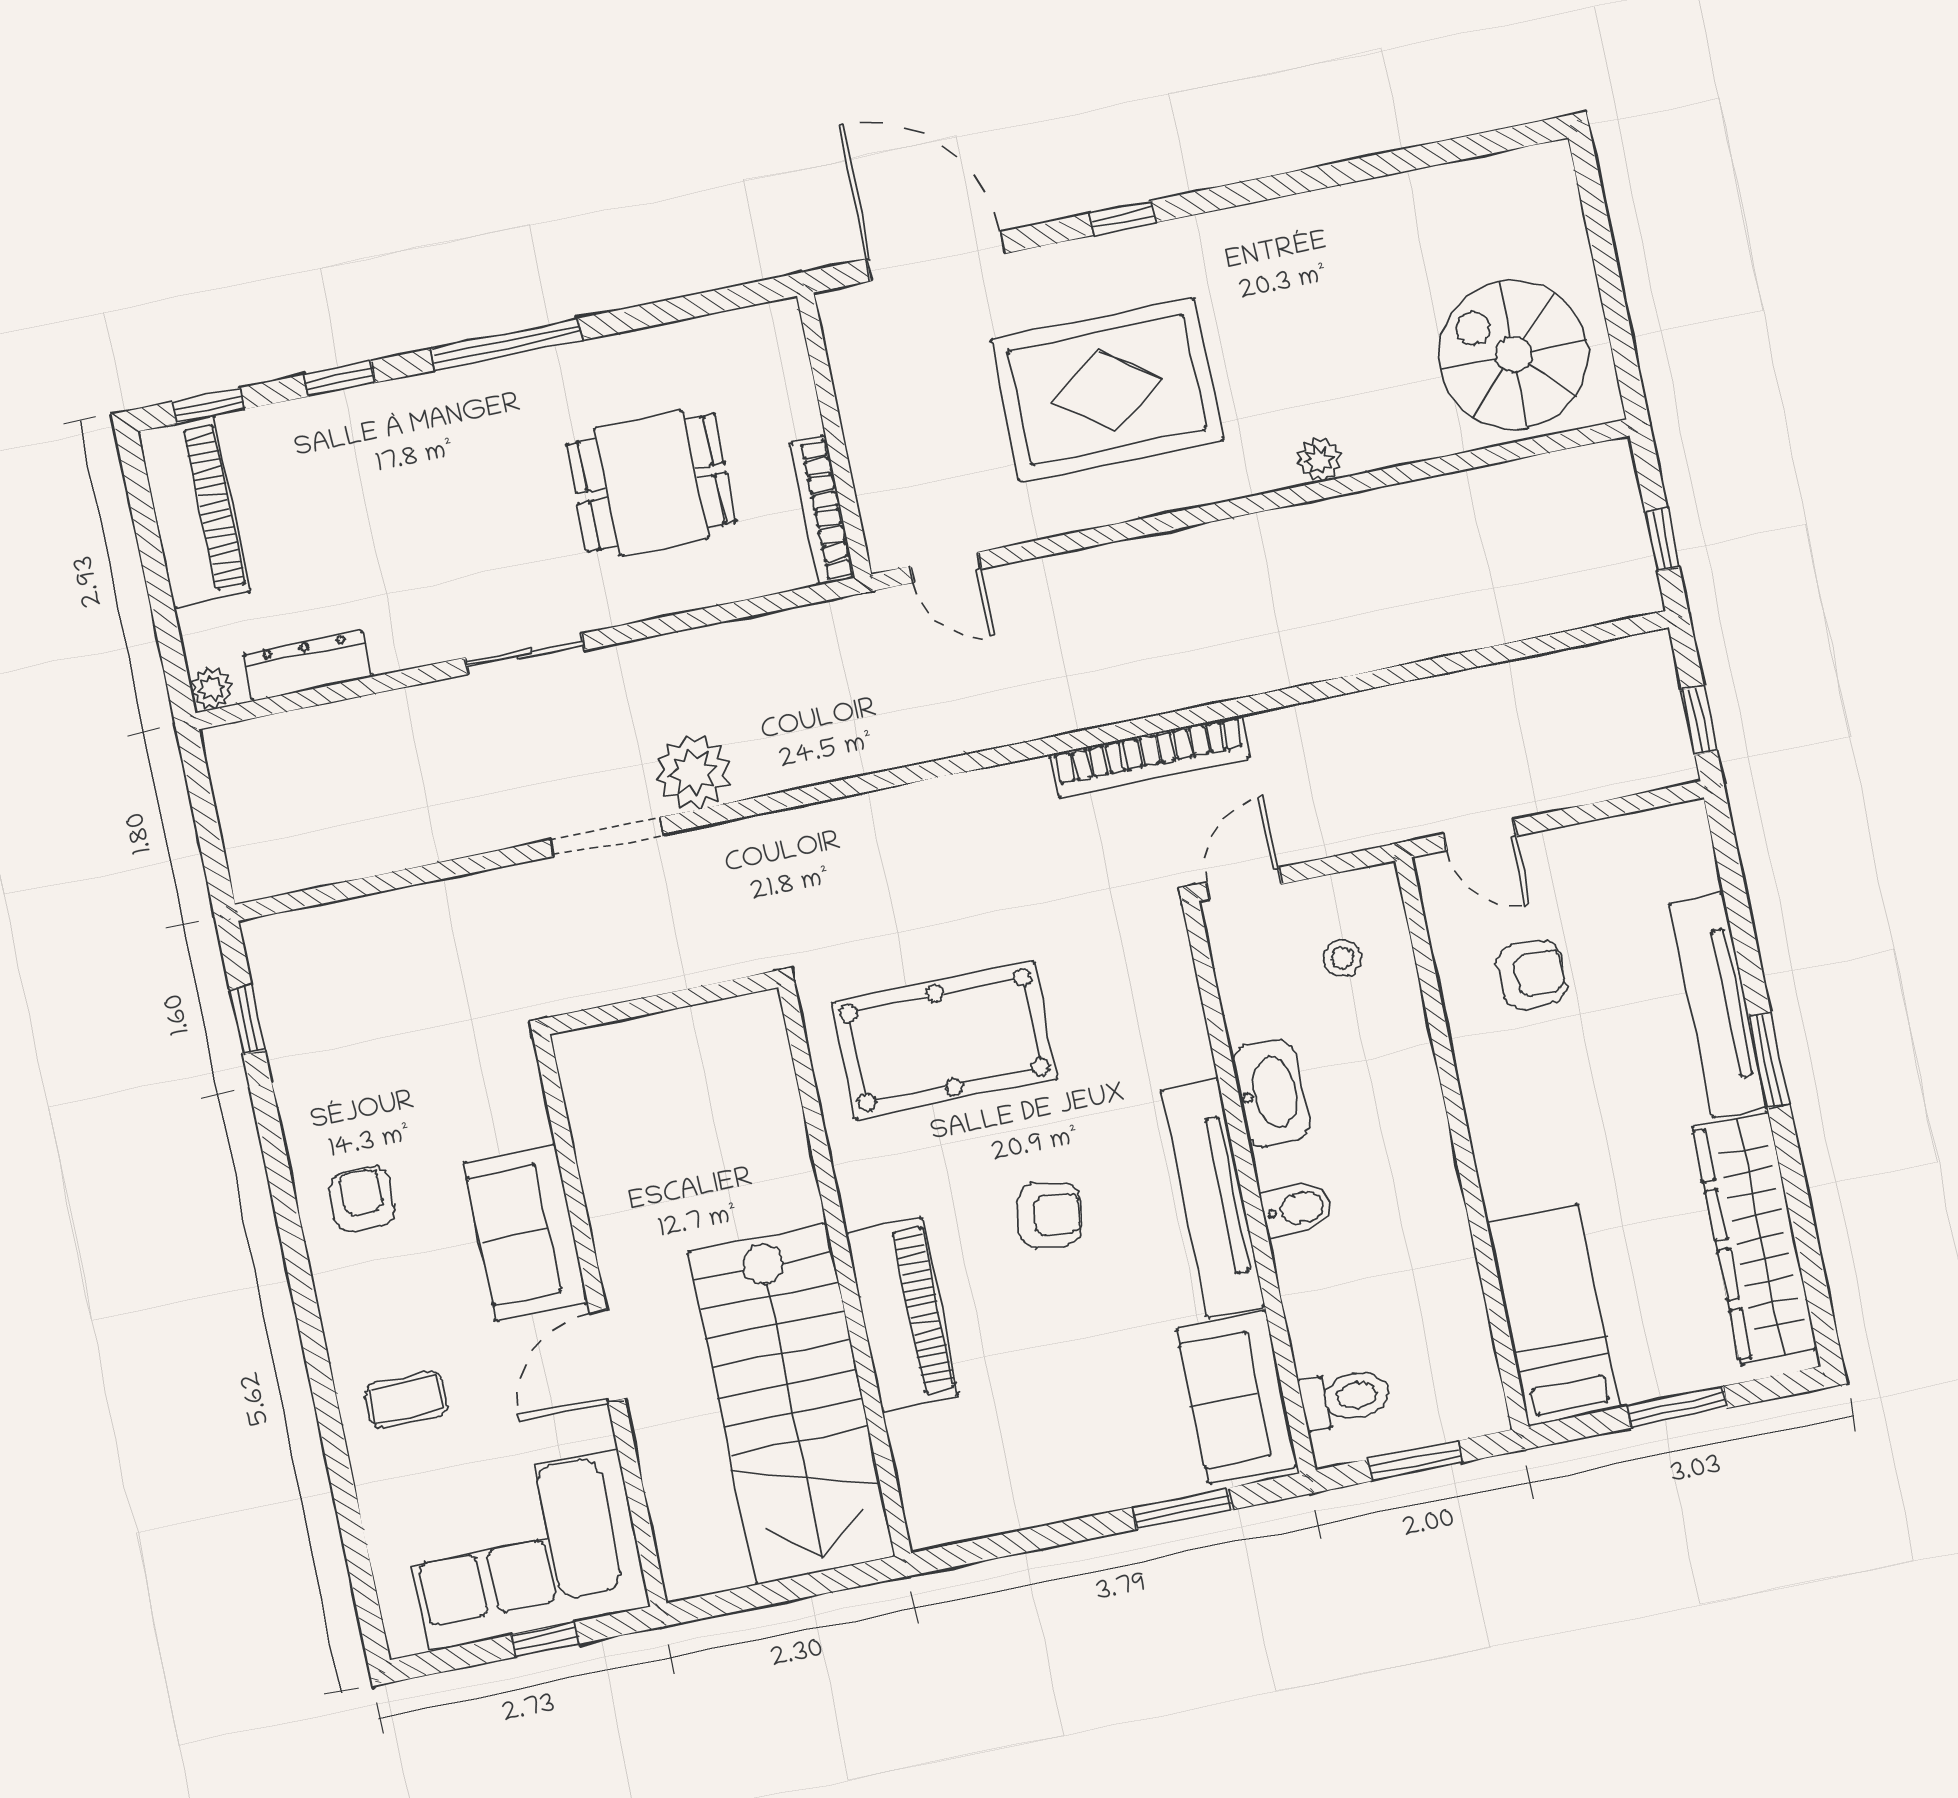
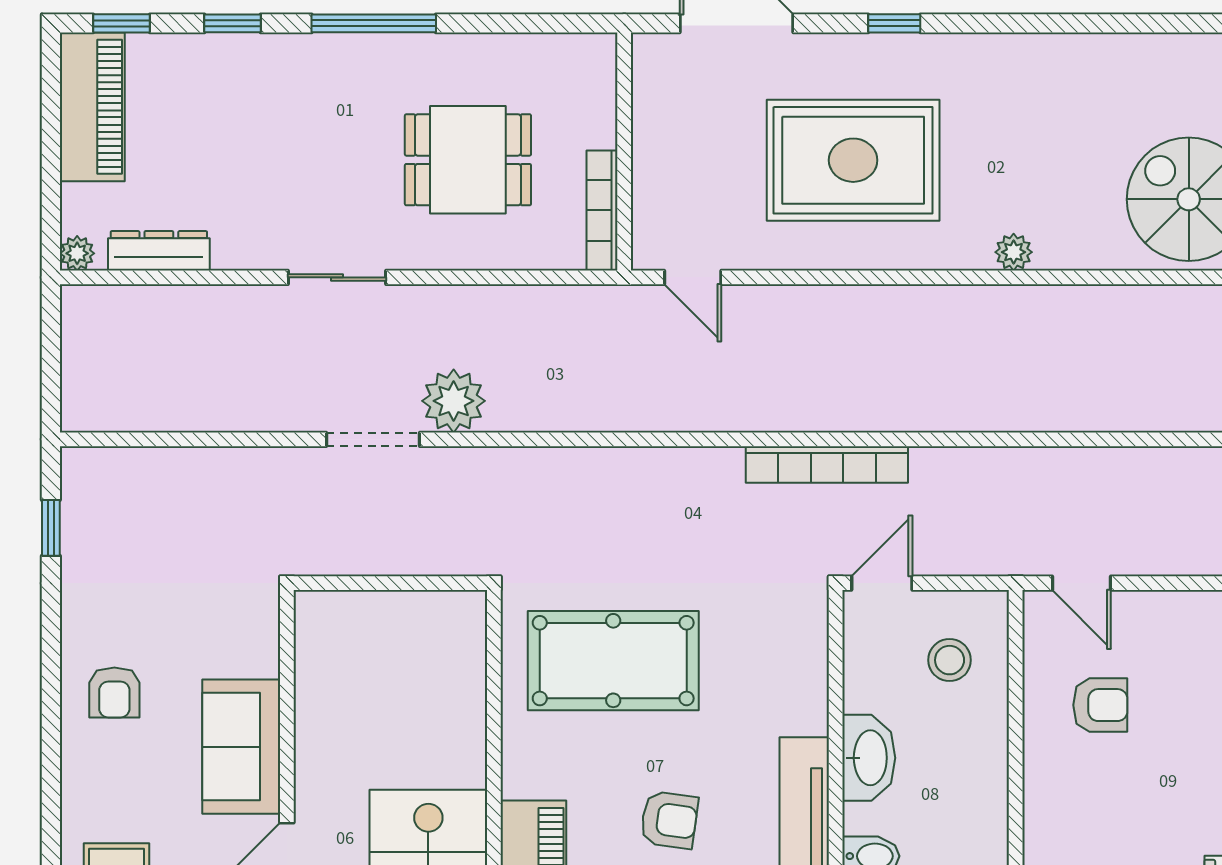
stool: (1342, 958) -> (950, 660), width x1.37, depth x1.37
armchair: (362, 1199) -> (114, 693), turned 180

